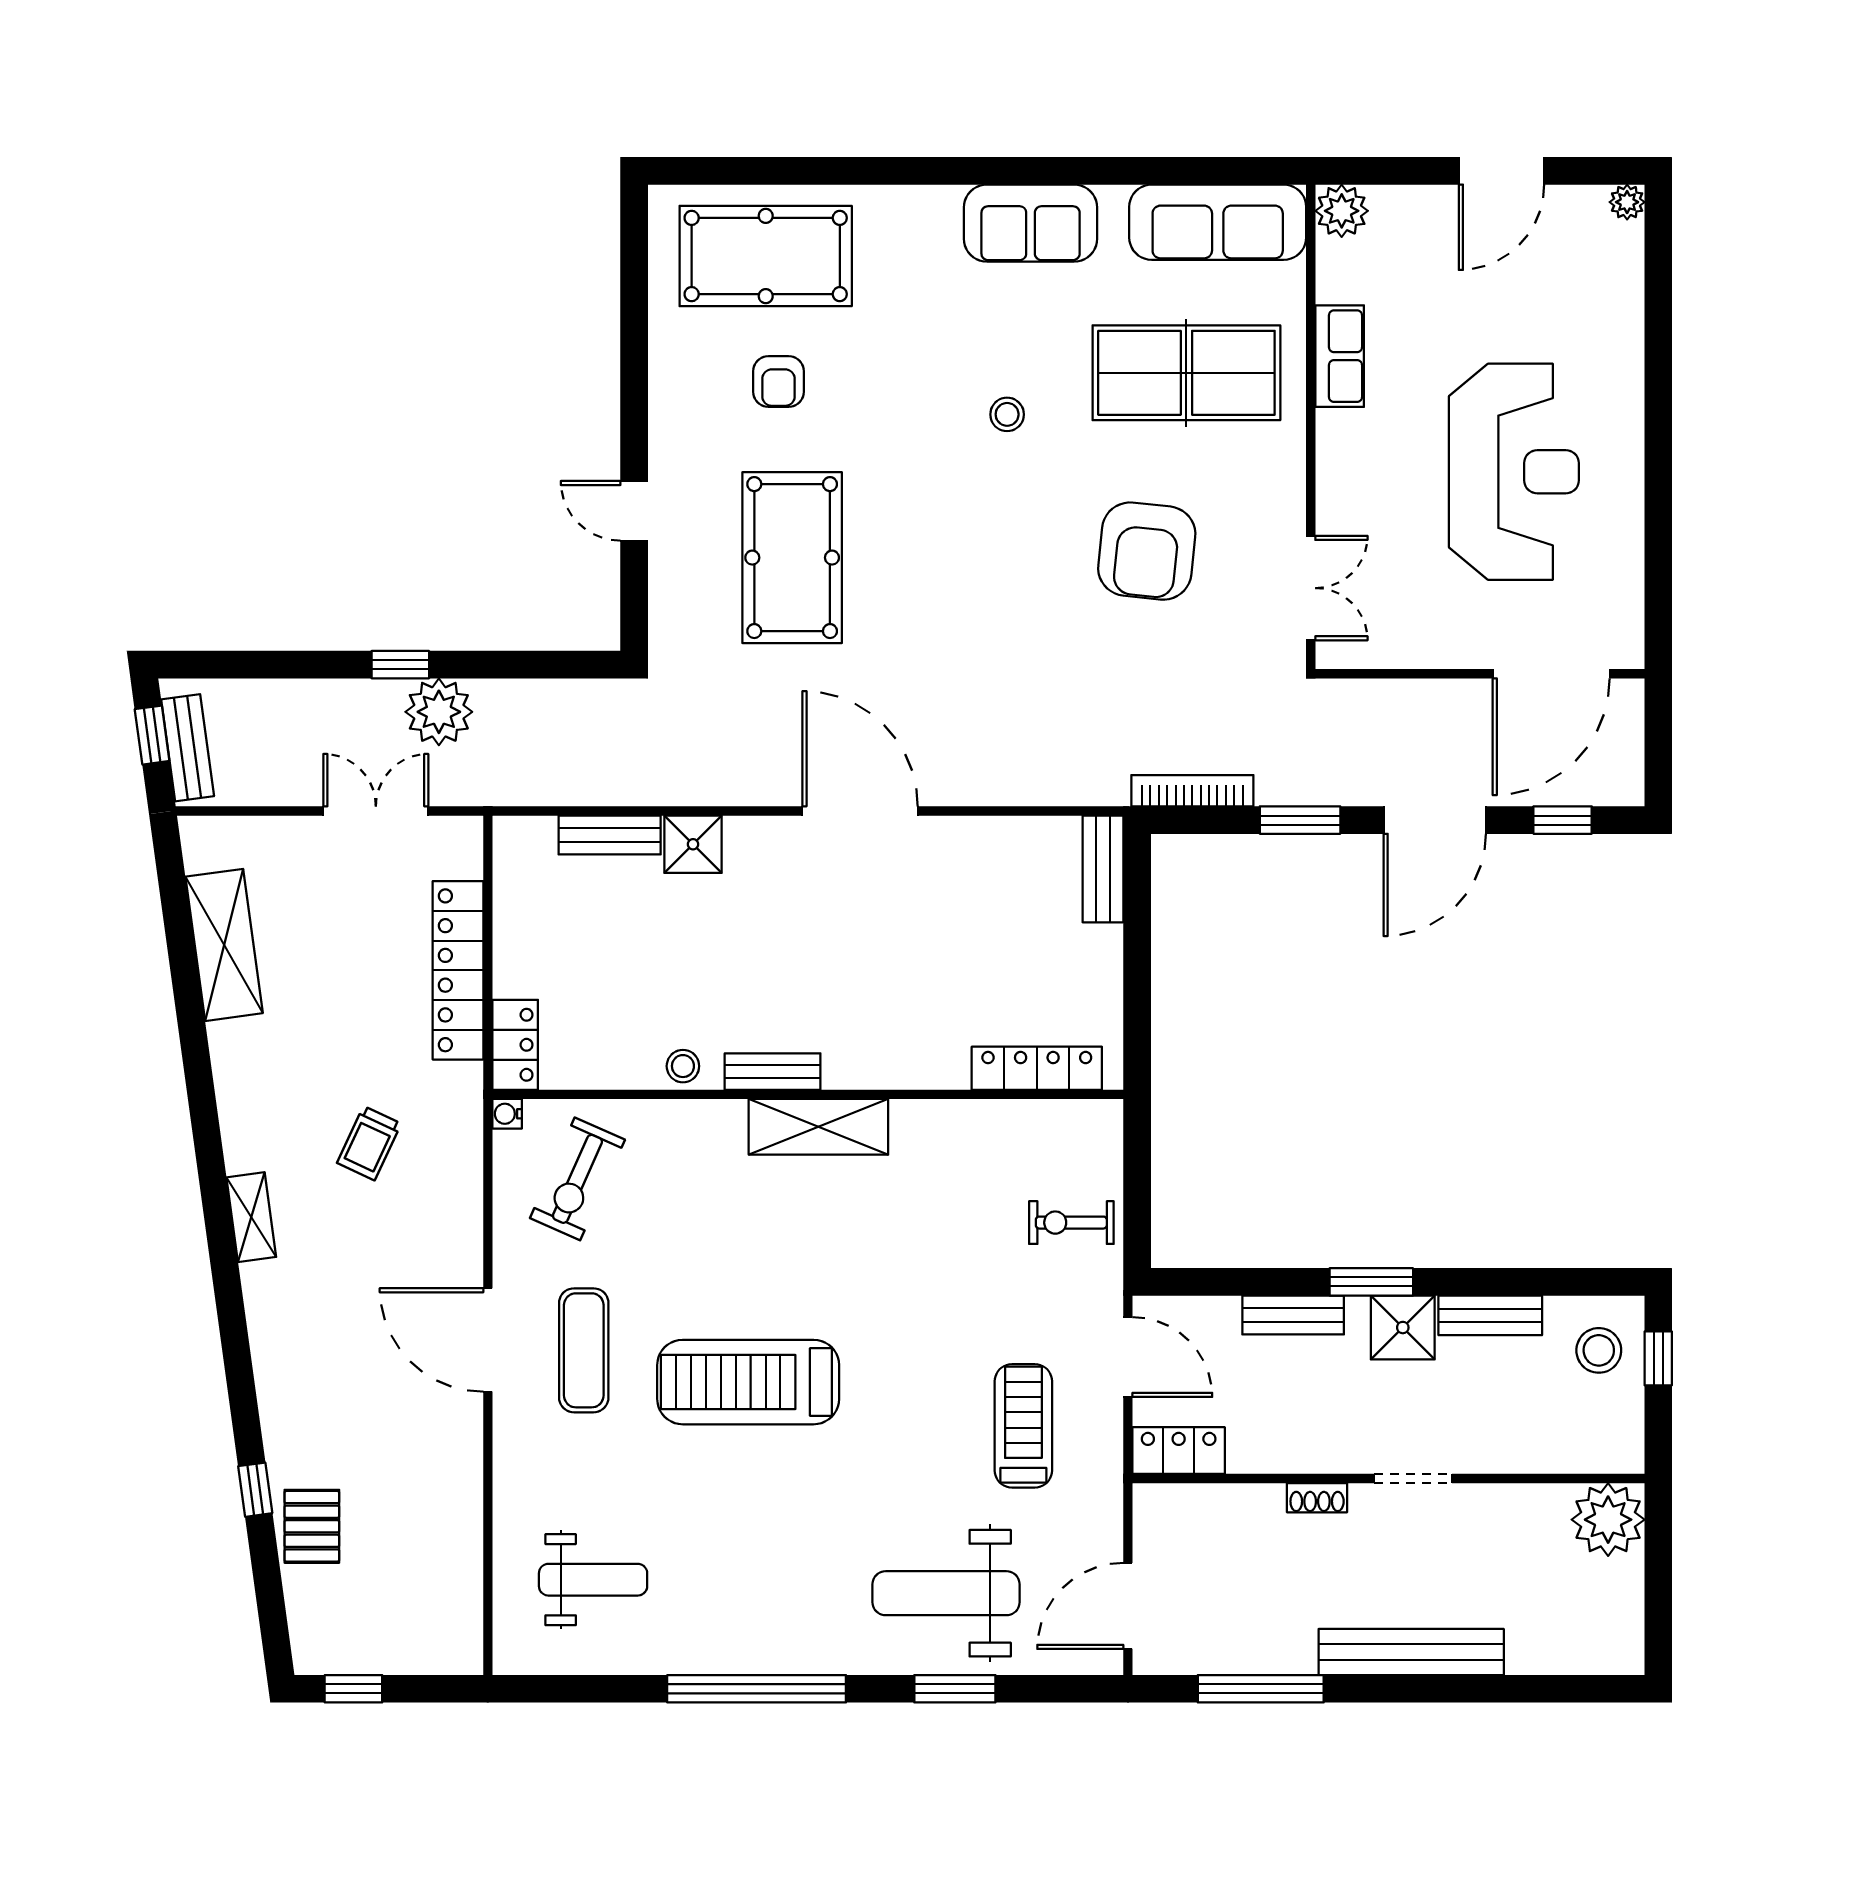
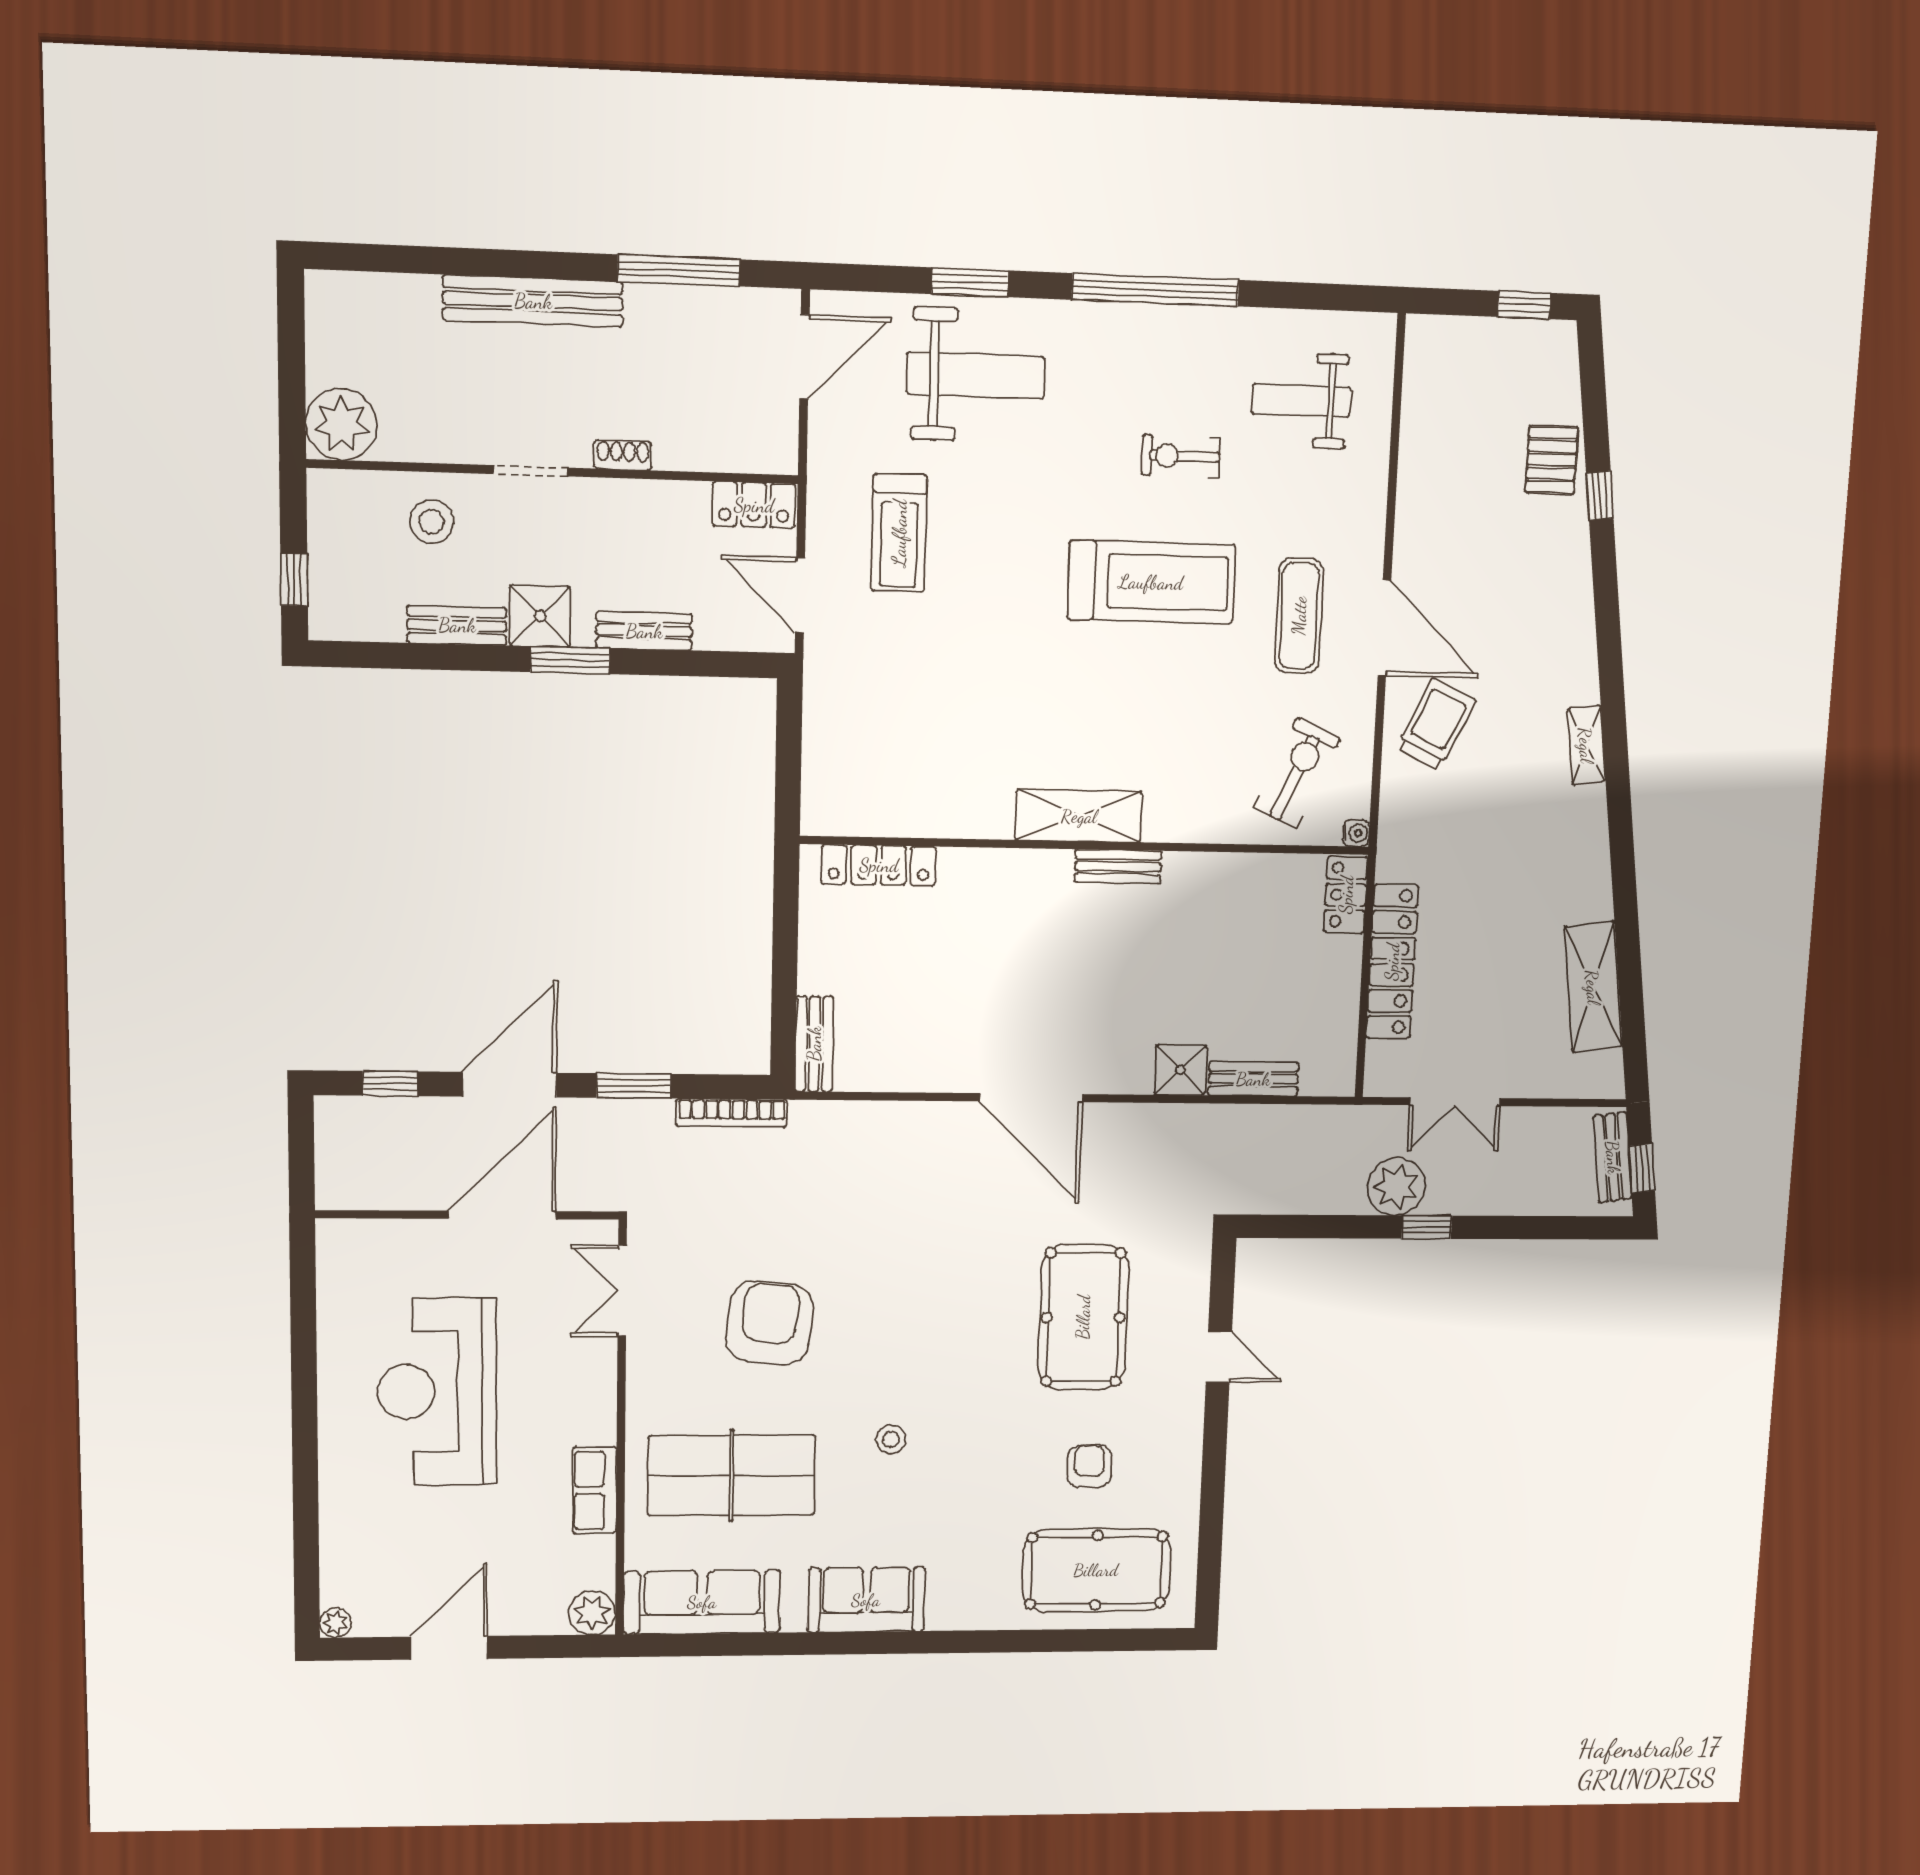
door: (1551, 674) -> (502, 1215), moved
stool: (683, 1066) -> (1198, 873), removed
trolley: (369, 1143) -> (1436, 724), moved, width x1.36, depth x1.39
exercise bike: (1071, 1223) -> (1181, 456), moved, turned 180
stool: (1599, 1350) -> (432, 522), moved

